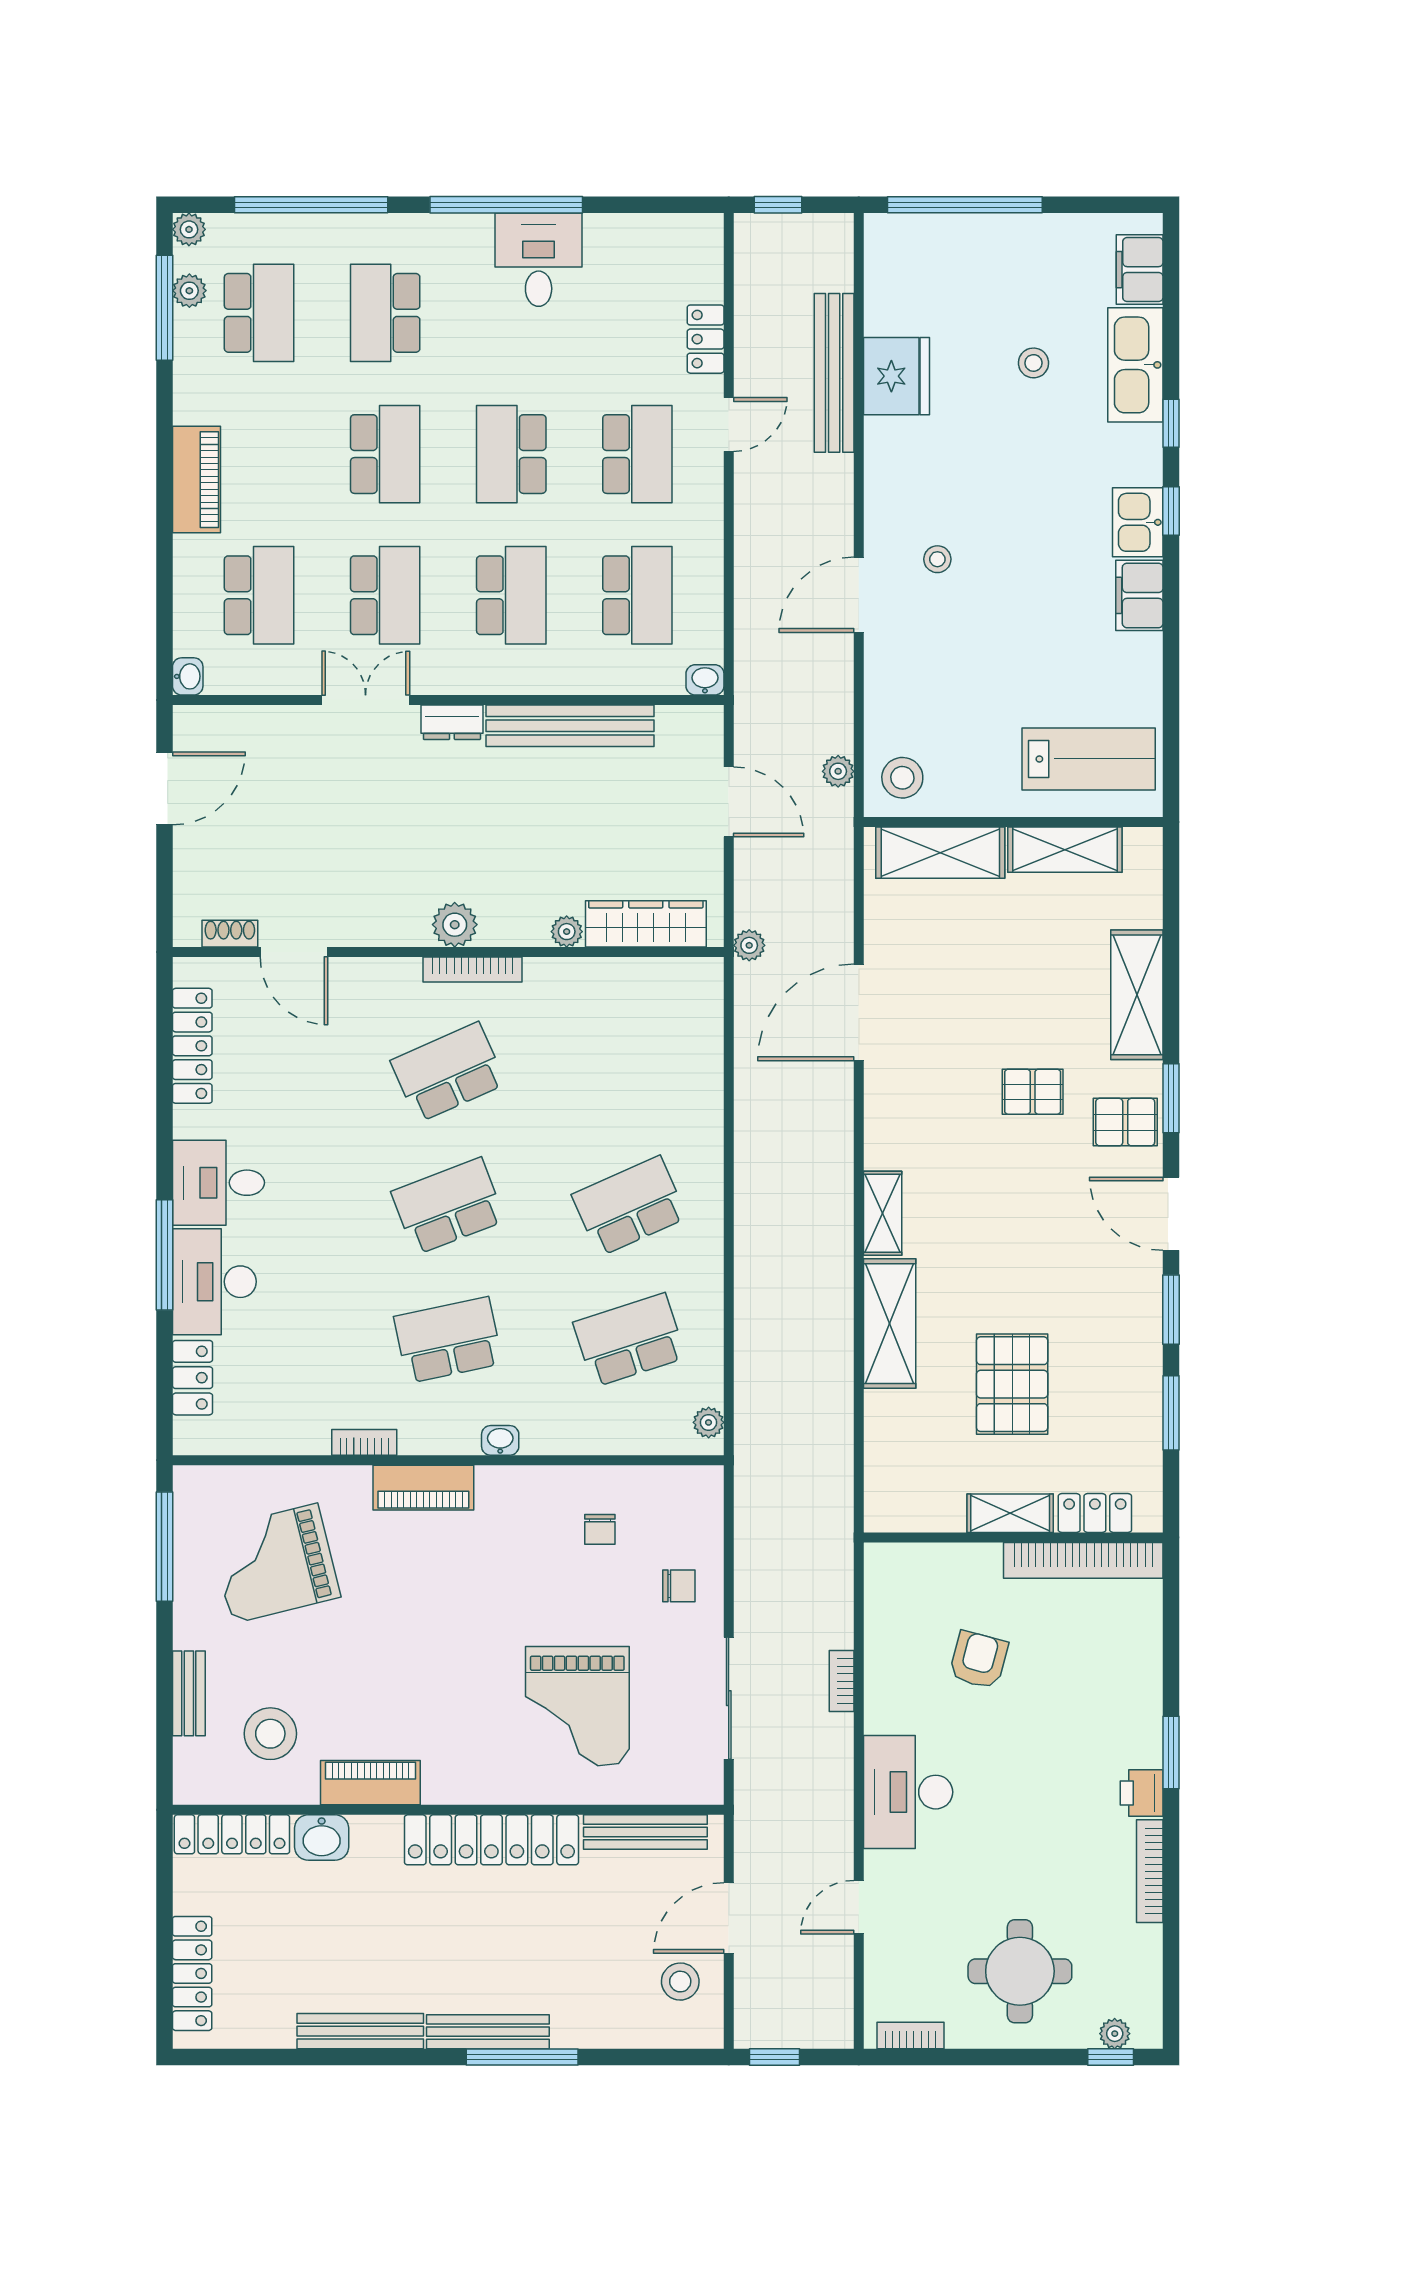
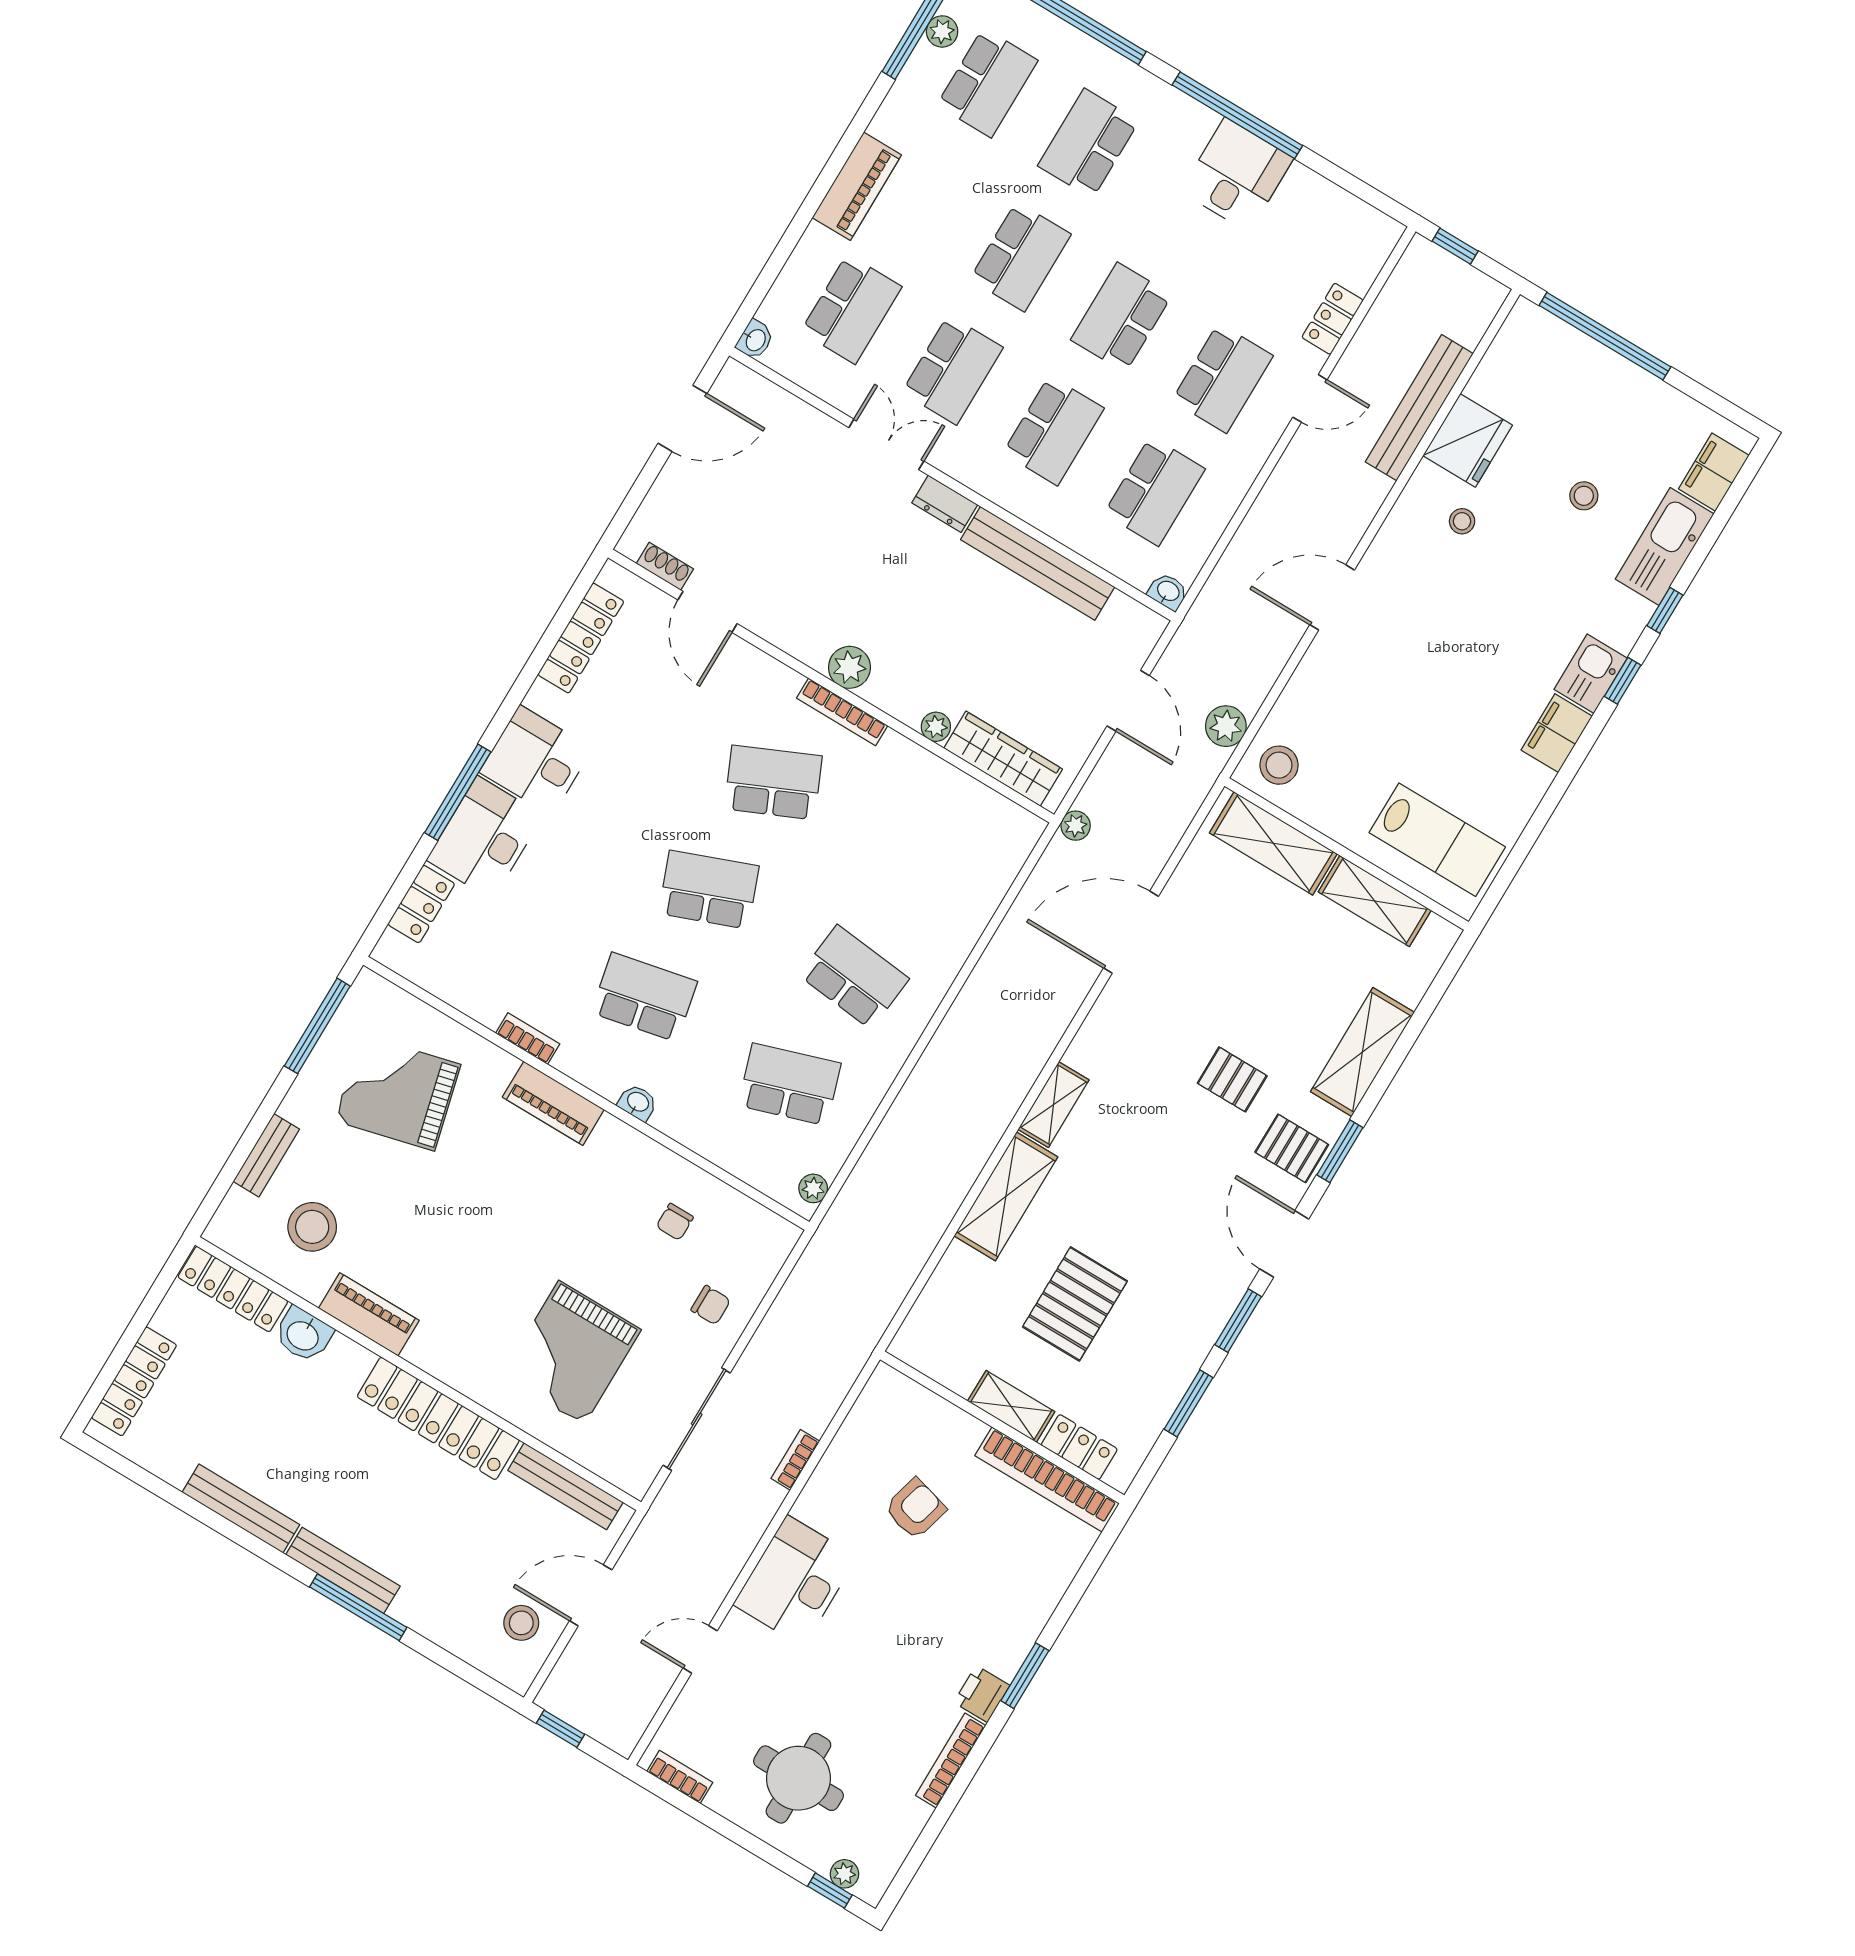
stool: (937, 559) -> (1462, 521), moved
plant: (838, 771) -> (1226, 726), width x1.38, depth x1.38
school desk: (630, 1206) -> (854, 977), turned 30

